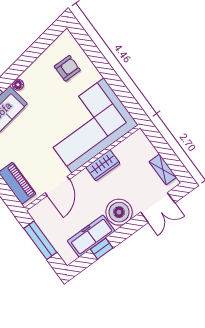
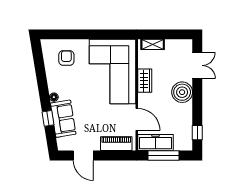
shelving: (163, 169) -> (153, 44), moved
freezer: (91, 236) -> (155, 142), moved, turned 90
window: (102, 249) -> (197, 133), moved

